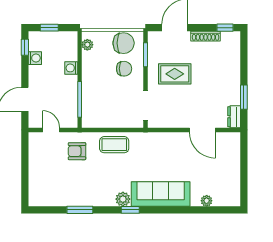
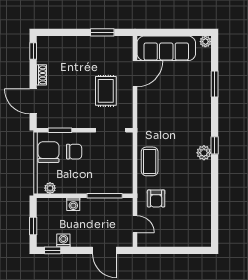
shoe rack: (206, 36) -> (42, 75), width x0.70
chair: (124, 69) -> (74, 152), turned 90
rug: (175, 74) -> (106, 91), moved
dresser: (234, 117) -> (122, 42), removed
door: (51, 130) -> (135, 224), swing flipped
sofa: (161, 194) -> (166, 48), moved, turned -90
plant: (207, 201) -> (205, 42), moved
window: (80, 210) -> (215, 84), moved

